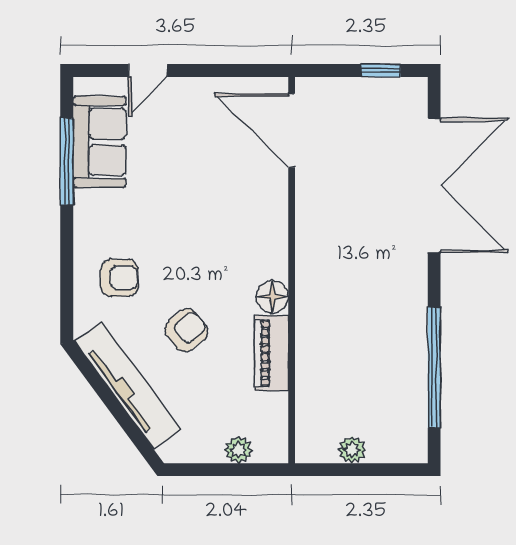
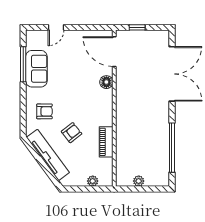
window: (381, 71) -> (137, 27), moved
sofa: (99, 142) -> (36, 69), moved
floor lamp: (272, 297) -> (106, 82), moved

